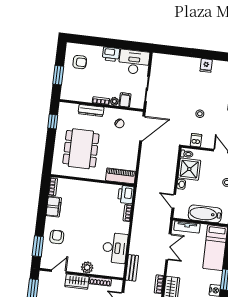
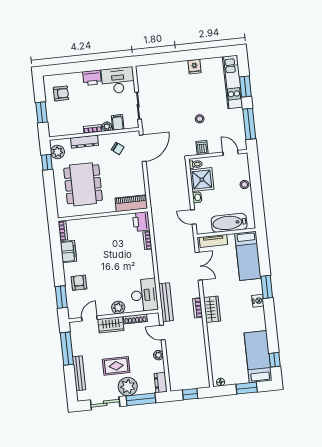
plant: (64, 114) -> (58, 152), added
desk: (115, 248) -> (144, 295), moved
bench: (132, 268) -> (166, 302), width x1.36

